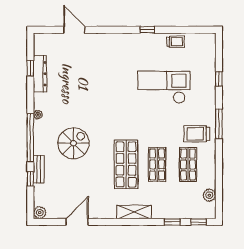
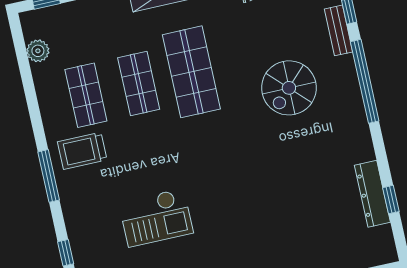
checkout: (164, 87) -> (156, 218), width x0.73, depth x0.83
plant: (38, 115) -> (360, 123), removed
trolley: (197, 134) -> (82, 151), turned 180

